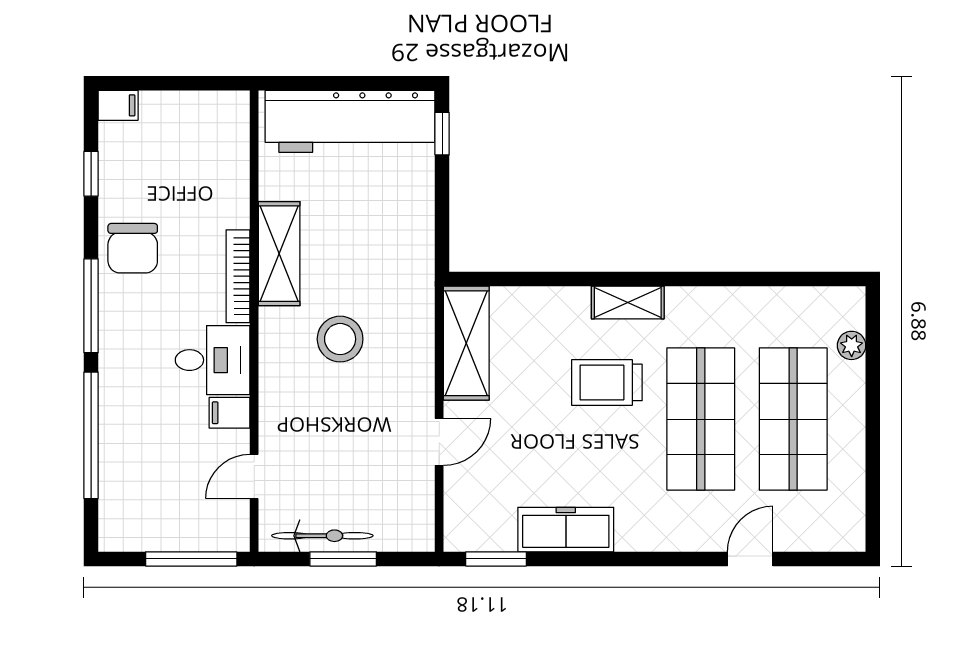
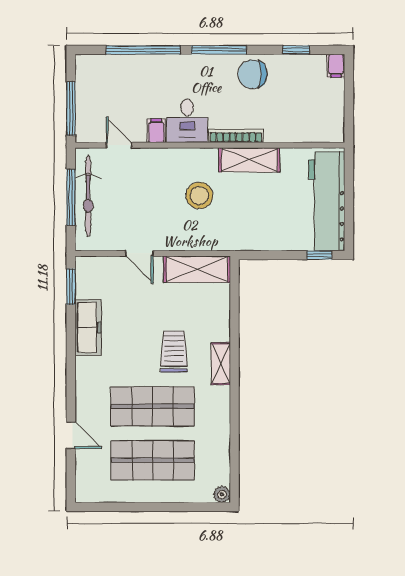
plant: (852, 345) -> (222, 494), moved
bicycle: (322, 536) -> (88, 196), width x1.37, depth x1.40
window: (343, 559) -> (71, 197), width x1.44

